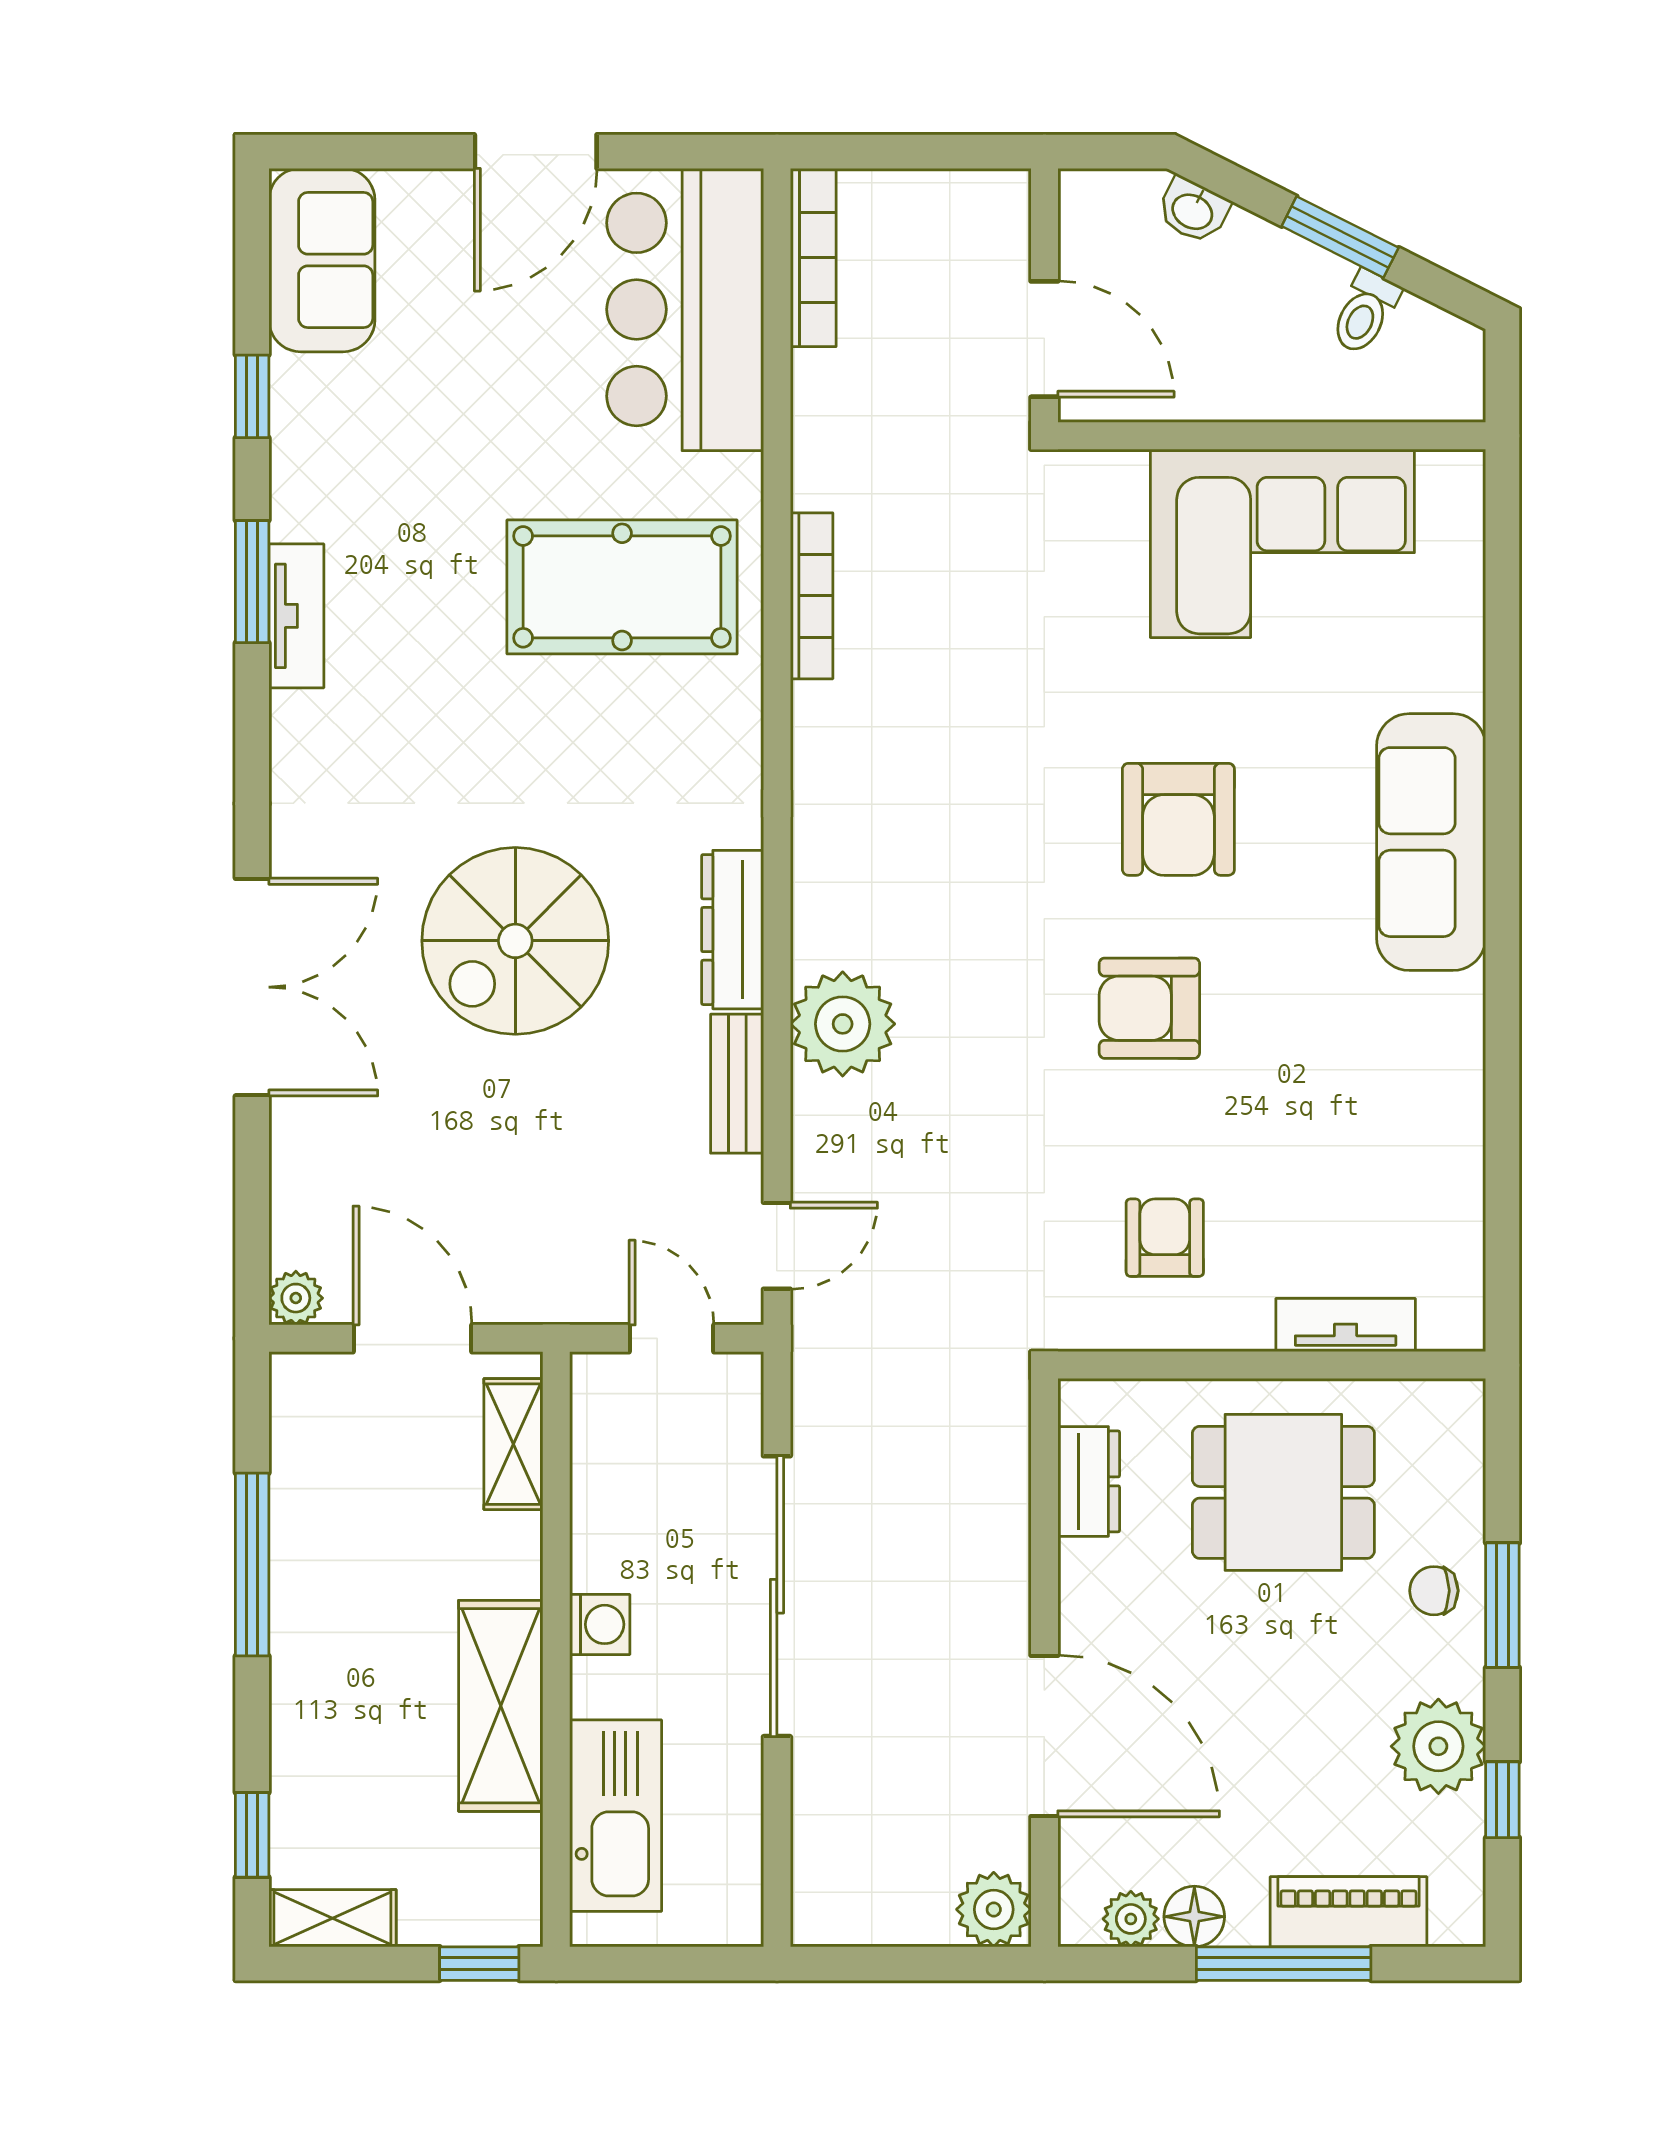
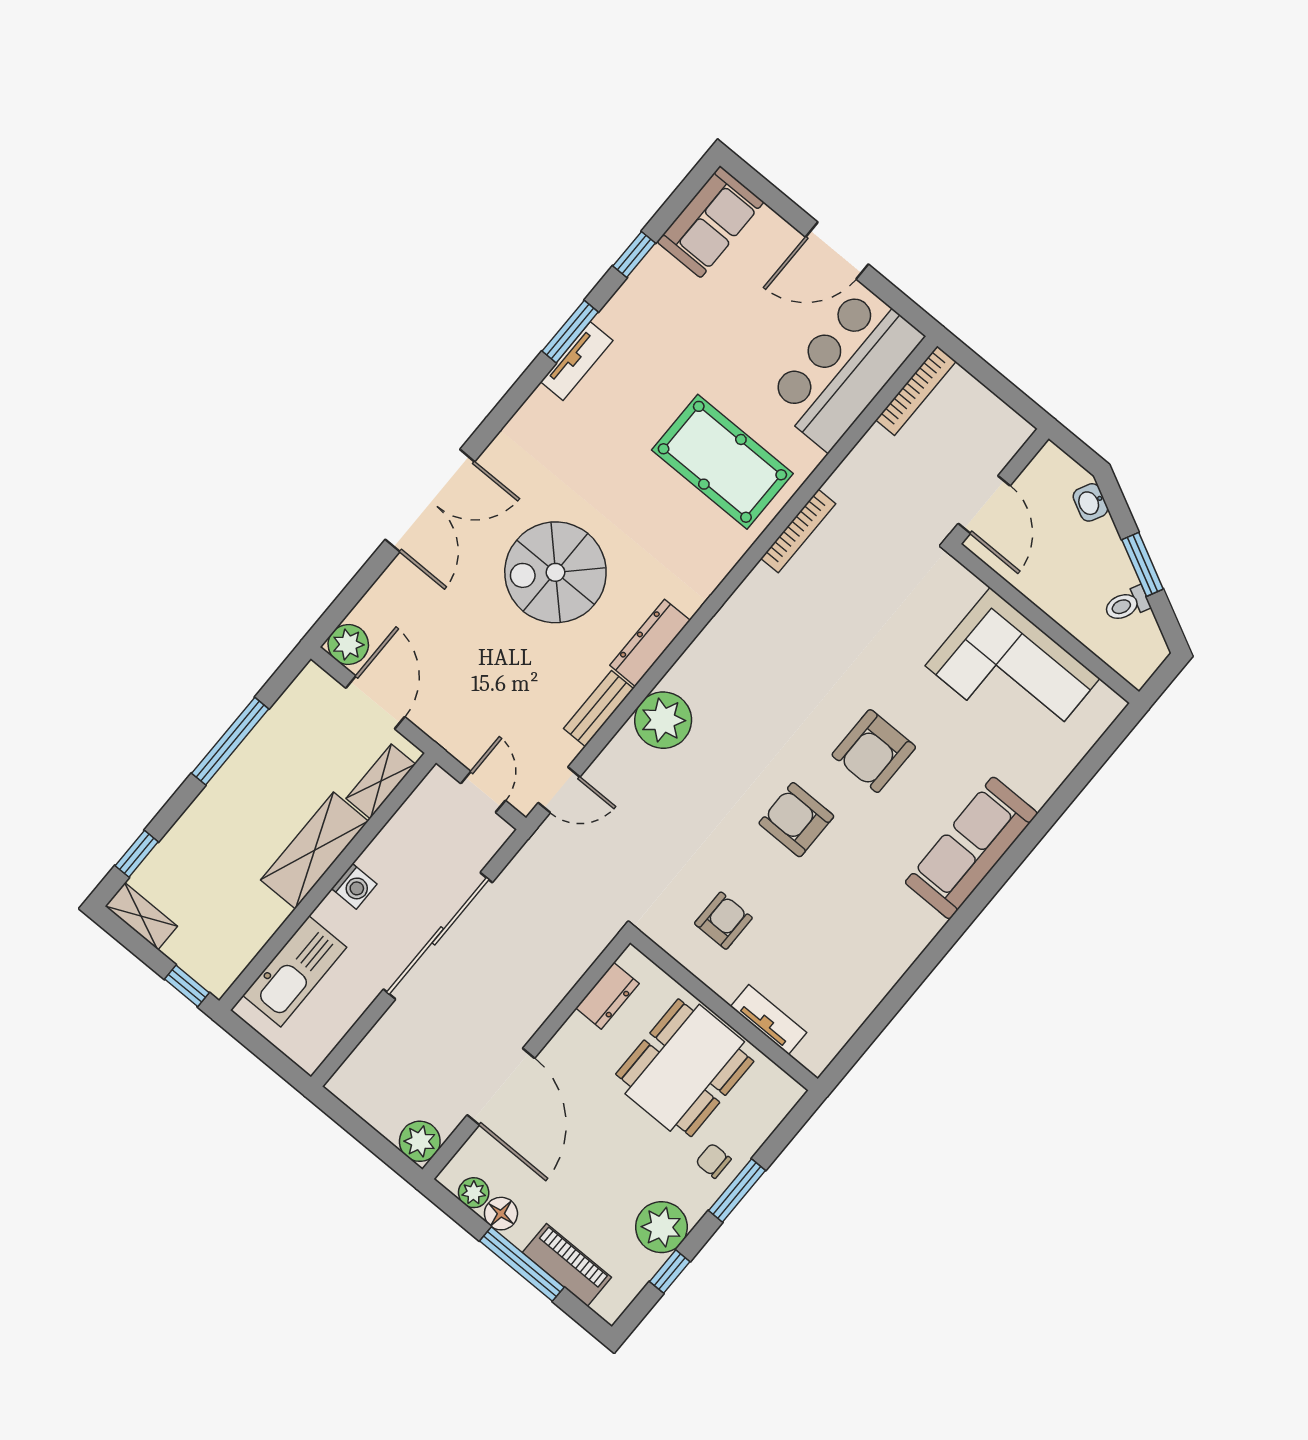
plant: (296, 1298) -> (348, 644), width x1.38, depth x1.38
dining table: (1283, 1492) -> (685, 1068), width x1.38
shelving: (501, 1706) -> (314, 850), moved

